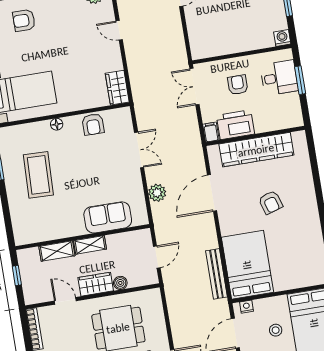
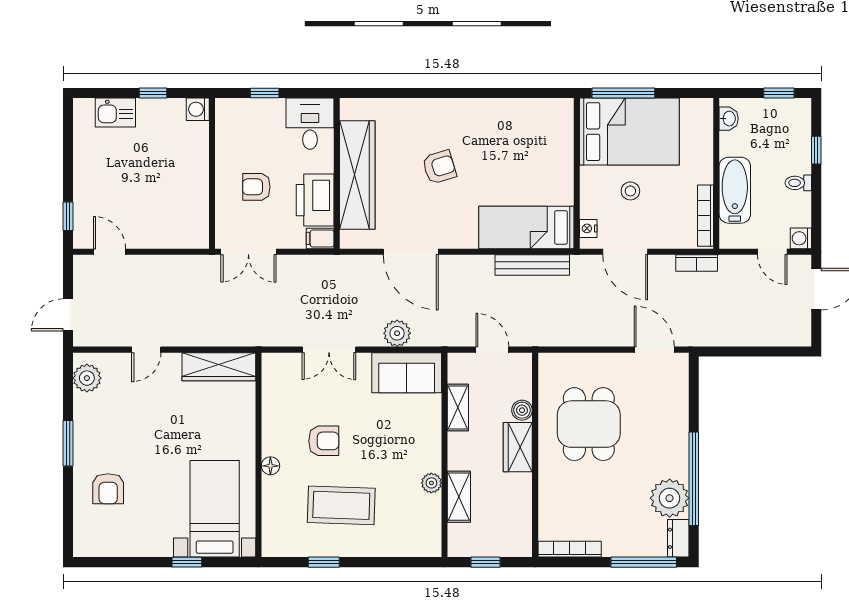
desk: (279, 78) -> (310, 124), moved
window: (300, 80) -> (265, 93), width x0.67
wardrobe: (117, 88) -> (219, 367), width x1.50
armchair: (93, 124) -> (324, 441), moved
double door: (139, 150) -> (329, 350), swing flipped
sofa: (108, 217) -> (407, 373), moved, turned -90
plant: (63, 232) -> (431, 483), added
shelving: (90, 245) -> (458, 407), moved
bed: (247, 265) -> (526, 227), width x0.67
door: (65, 301) -> (535, 496), removed

